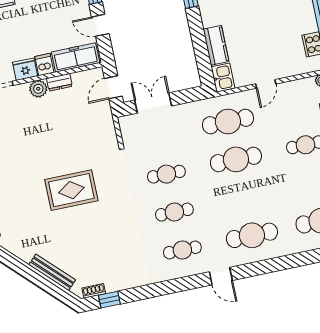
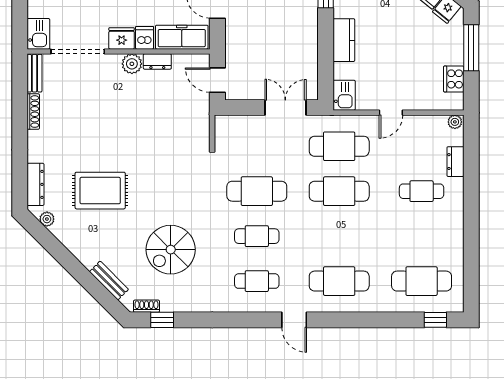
kitchen counter: (216, 45) -> (344, 40), moved
door: (113, 87) -> (217, 80), hinge flipped
double door: (153, 103) -> (285, 107), moved
cafe table: (166, 174) -> (257, 191), width x1.37, depth x1.35
rug: (71, 190) -> (100, 191), moved
spiral stairs: (104, 239) -> (171, 250), added
bench: (52, 272) -> (109, 280), width x0.73

